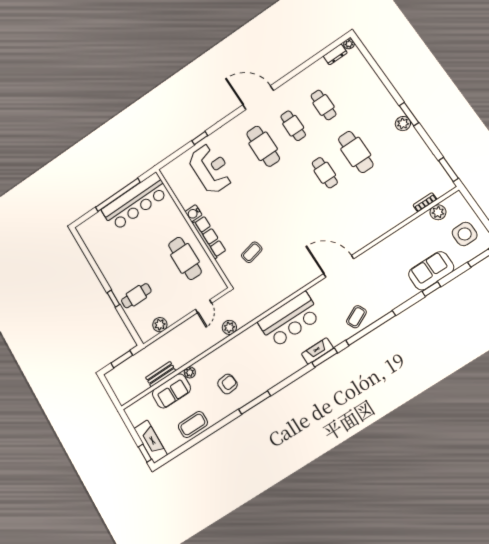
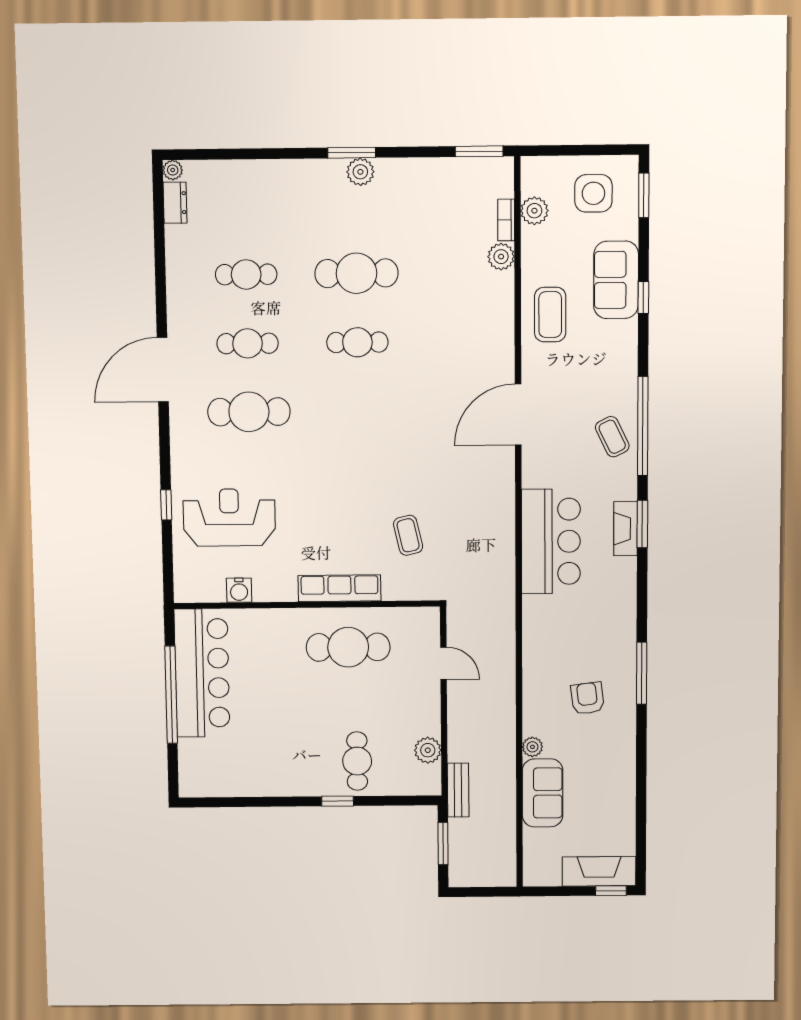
water cooler: (193, 213) -> (239, 590), moved
plant: (229, 327) -> (501, 257), moved
bench: (161, 374) -> (458, 790), moved
coffee table: (193, 424) -> (550, 315), moved

